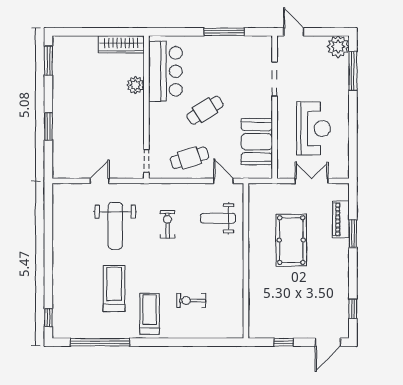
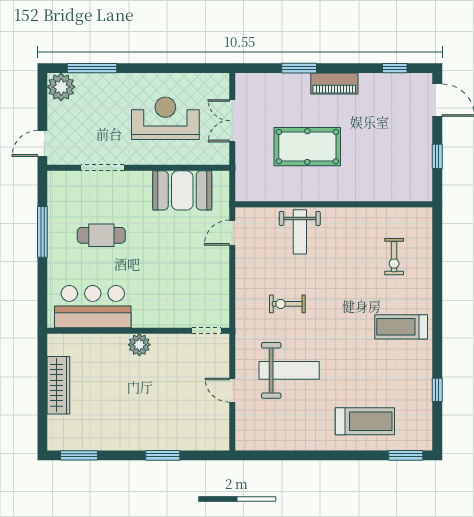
wardrobe: (121, 44) -> (58, 385), moved
plant: (135, 85) -> (139, 345), moved
cafe table: (205, 110) -> (101, 235), moved, turned -58
cafe table: (189, 158) -> (203, 276), removed
weight bench: (218, 218) -> (300, 232), moved
piano: (341, 219) -> (334, 84), moved
treadmill: (114, 289) -> (365, 421), moved, turned 180
exercise bike: (191, 301) -> (394, 257), moved
window: (48, 317) -> (406, 455), width x1.50
window: (100, 342) -> (437, 390), width x0.32

